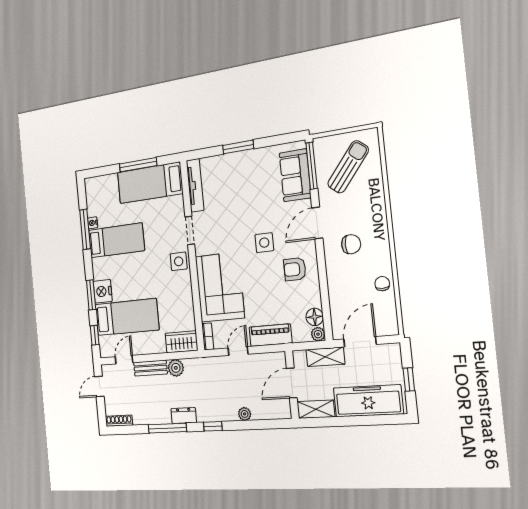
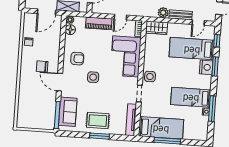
sun lounger: (348, 167) -> (36, 110), removed
rug: (245, 172) -> (98, 121), added
door: (317, 223) -> (59, 82), swing flipped

